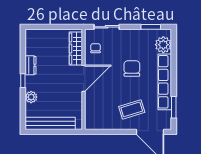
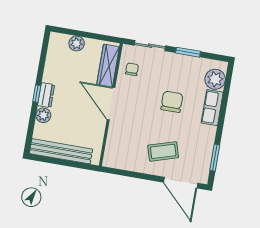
window: (151, 27) -> (188, 52), moved
plant: (48, 35) -> (77, 43), added
dresser: (31, 65) -> (46, 95), moved
door: (83, 78) -> (111, 104), swing flipped
row of seats: (165, 82) -> (212, 108), width x0.50

